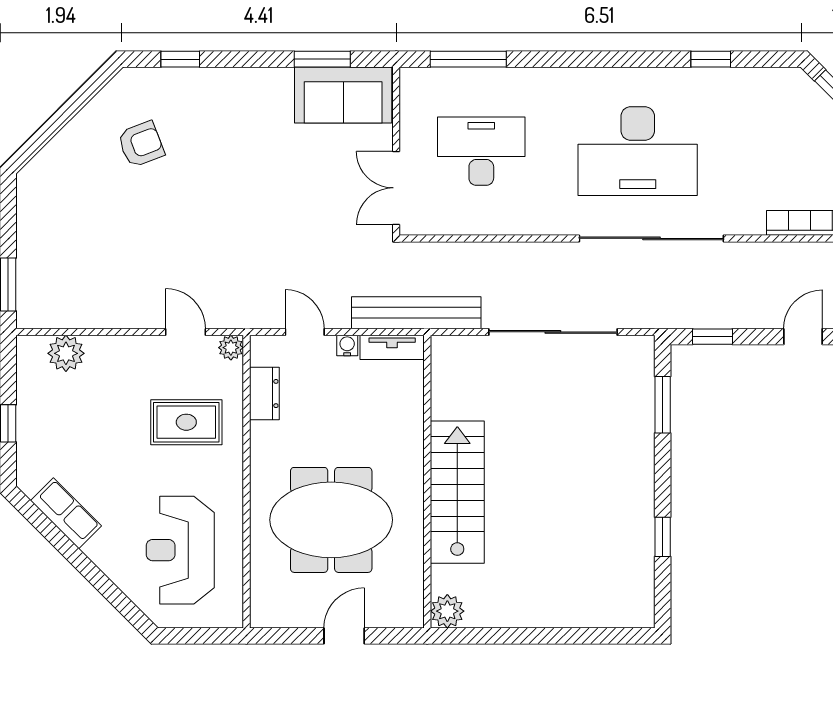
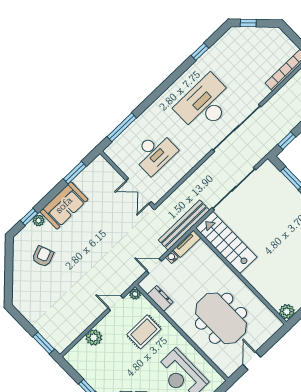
plant: (190, 80) -> (39, 220), added
sofa: (343, 95) -> (64, 205), moved
desk: (481, 151) -> (155, 153), turned 180
desk: (638, 151) -> (205, 104), turned 180
plant: (66, 353) -> (94, 337), moved
stairs: (457, 492) -> (226, 242), moved
meeting table: (331, 520) -> (221, 318), turned 90
door: (344, 636) -> (252, 361), moved

